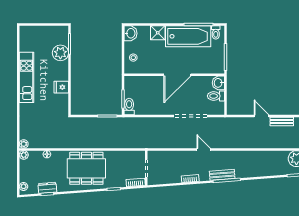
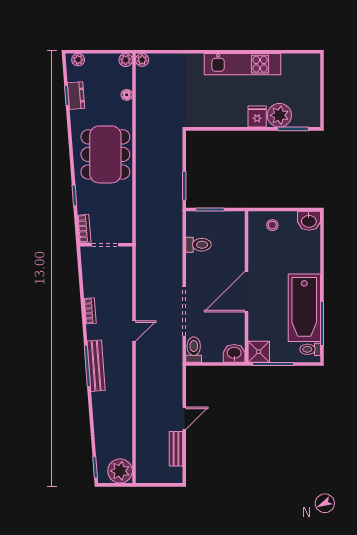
shower: (158, 33) -> (259, 352), moved
door: (177, 75) -> (246, 292), hinge flipped
fridge: (61, 87) -> (257, 117), moved
toilet: (216, 96) -> (194, 350), moved
toilet: (129, 107) -> (199, 245), moved
bench: (222, 175) -> (96, 366), width x1.36

